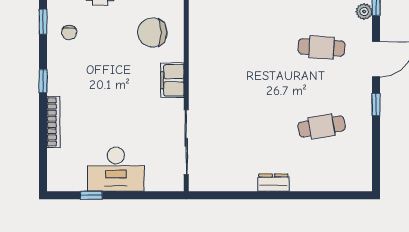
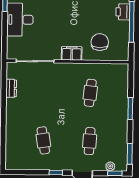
cafe table: (239, 47) -> (90, 93), added
dresser: (273, 183) -> (11, 88), moved

